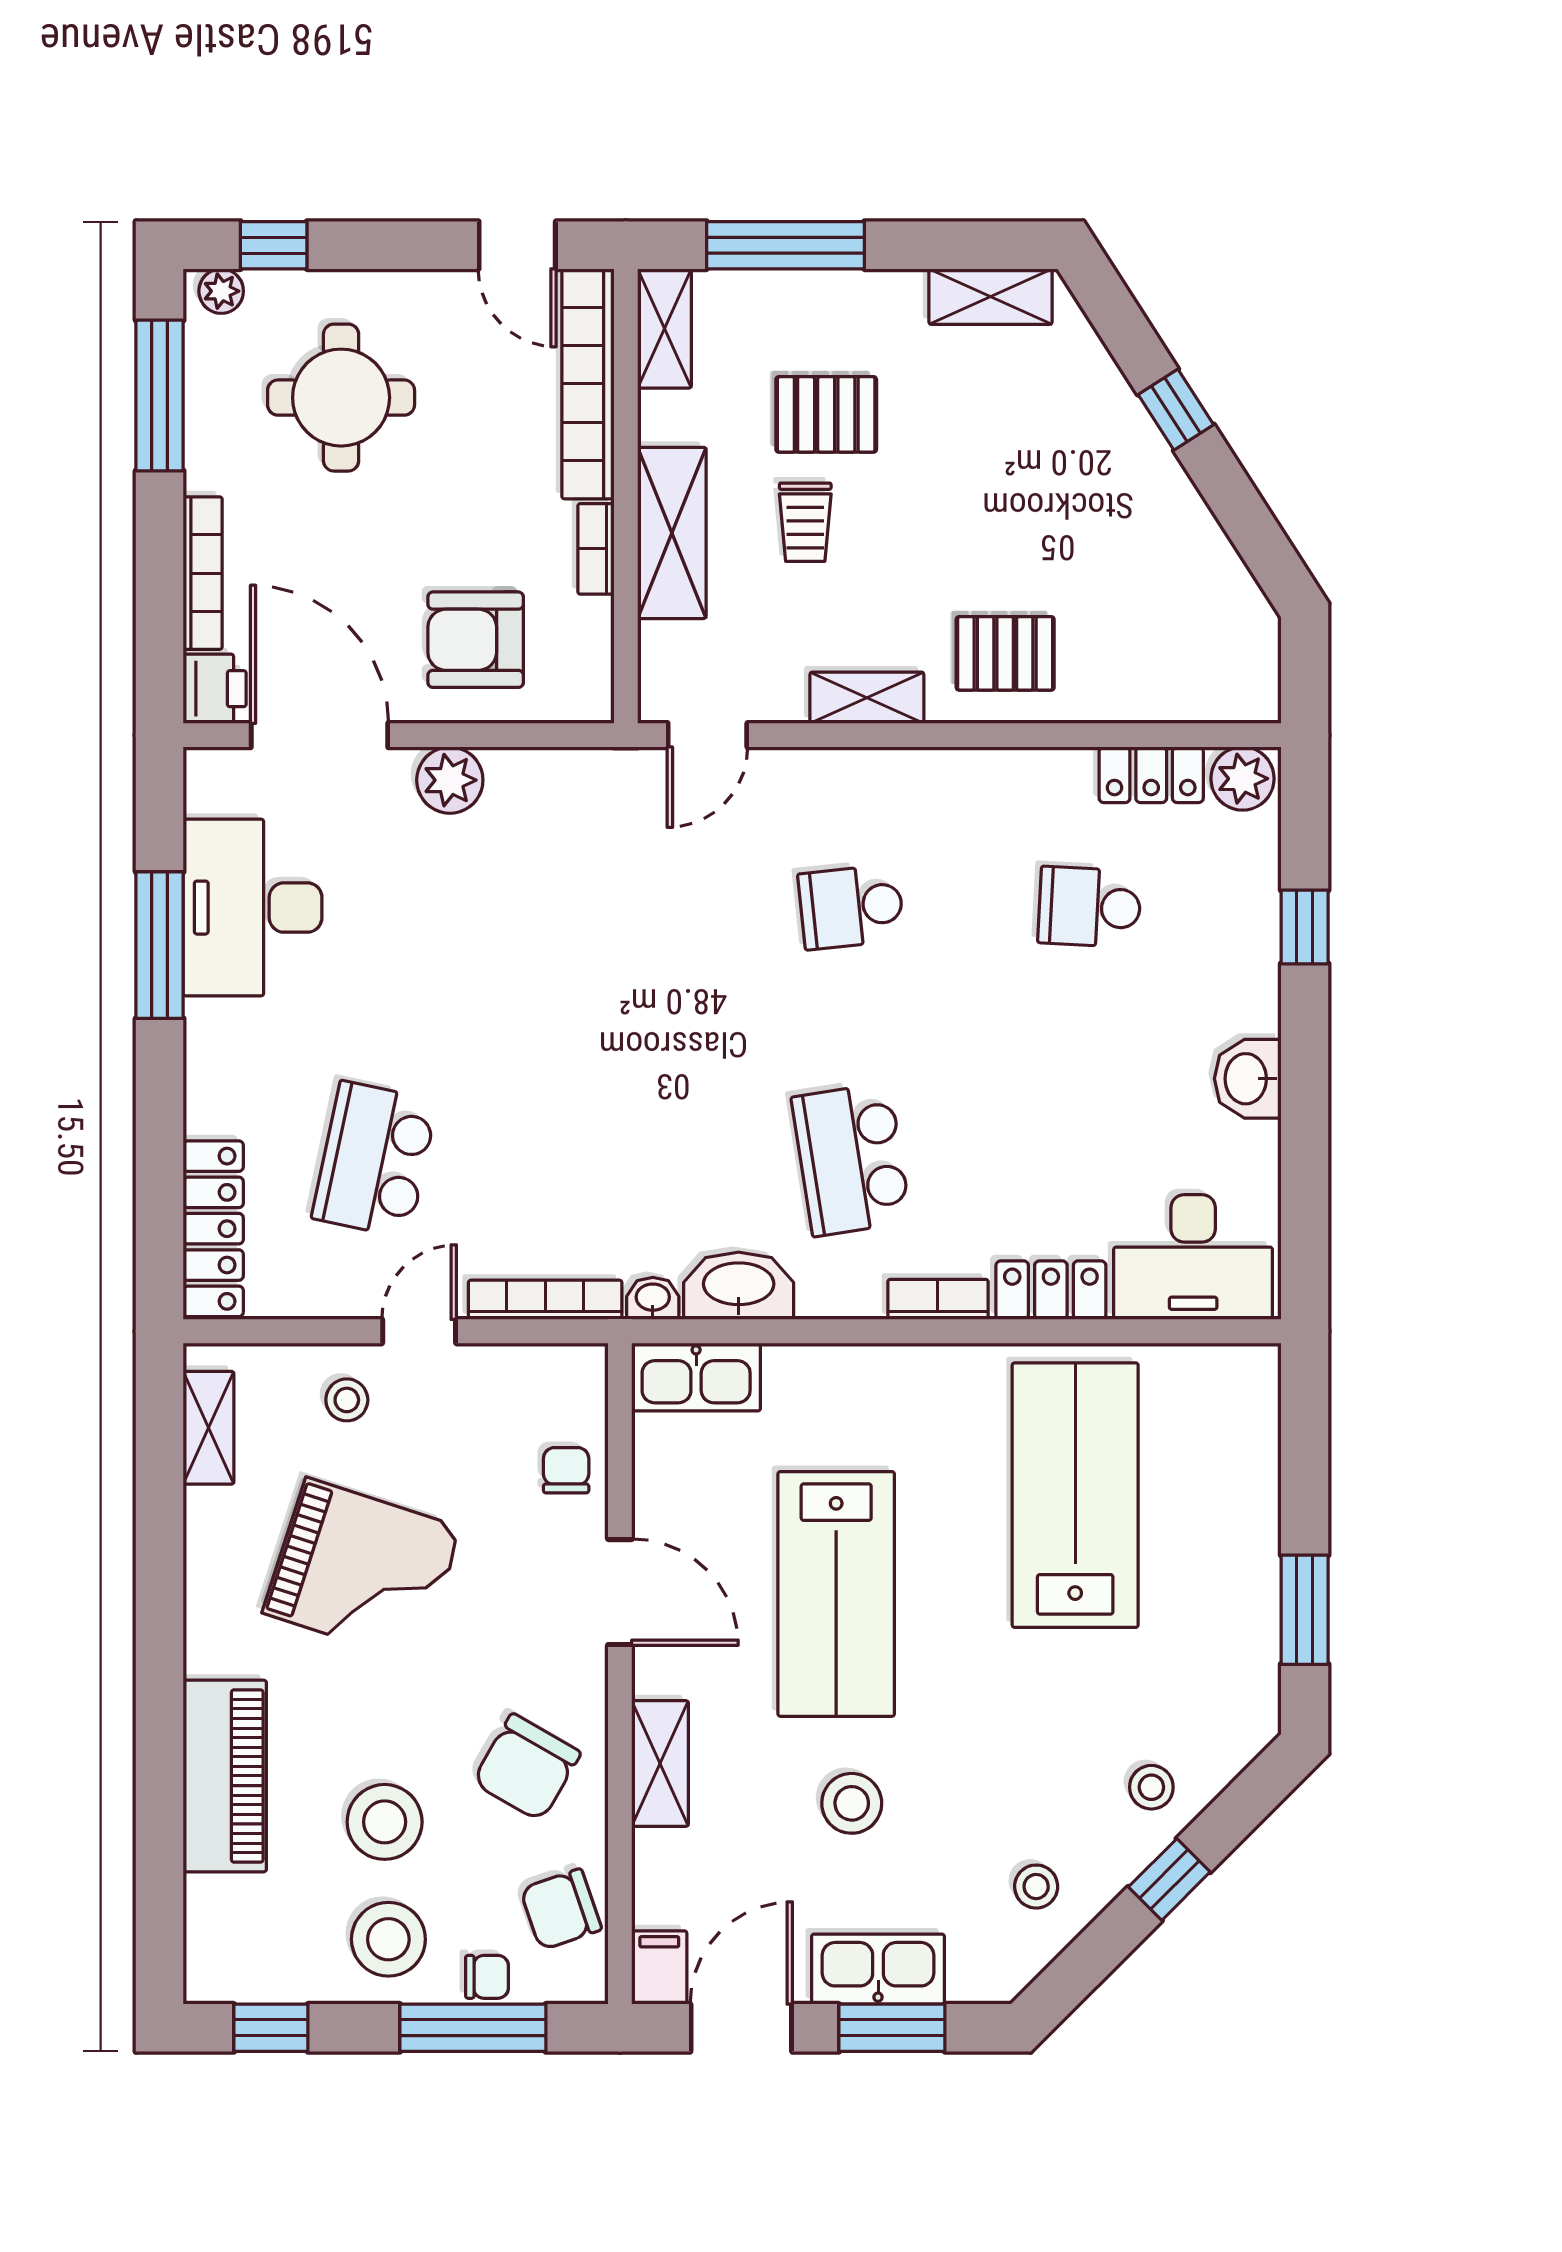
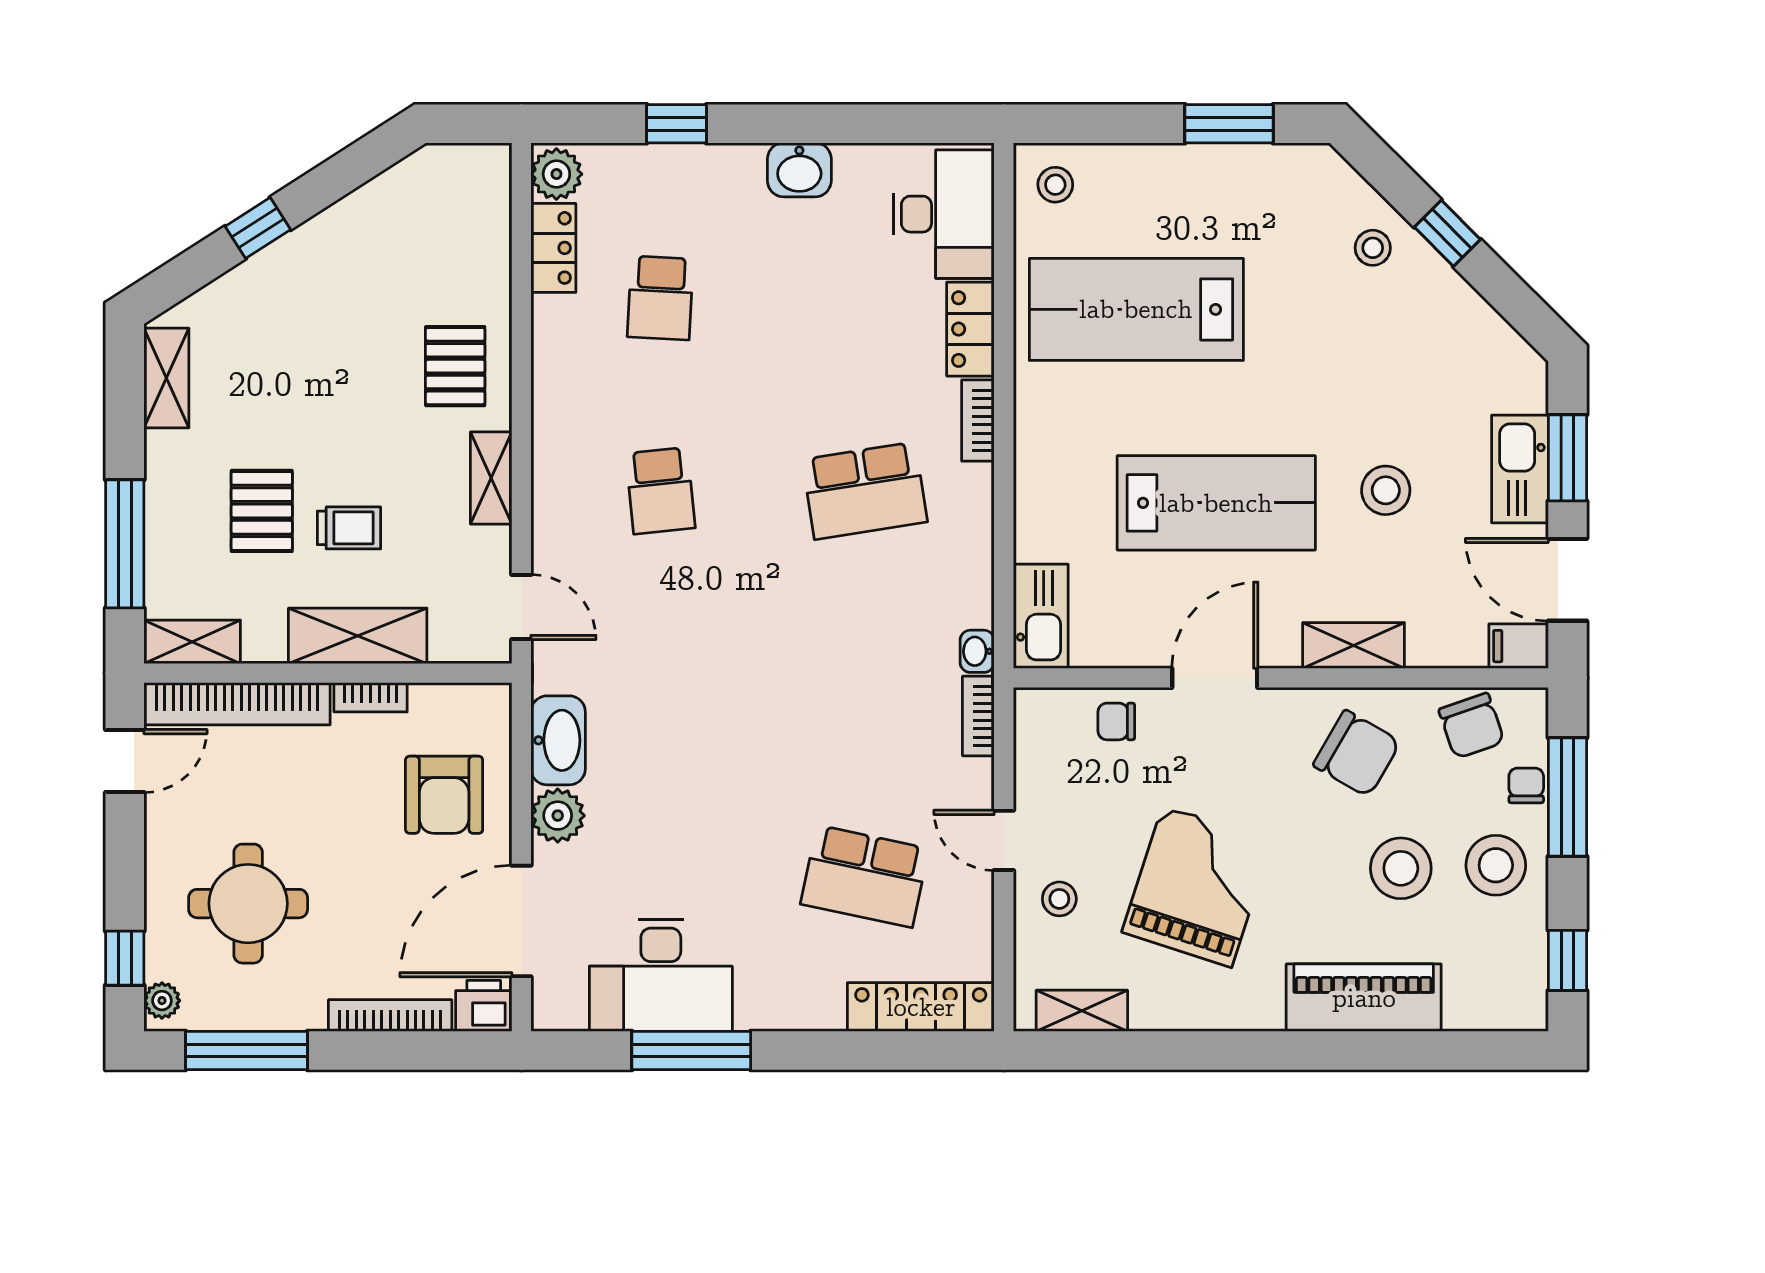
washbasin: (739, 1286) -> (558, 740), moved, turned 180
bookcase: (545, 1300) -> (978, 716), width x0.64
stool: (1036, 1887) -> (1055, 185), moved

